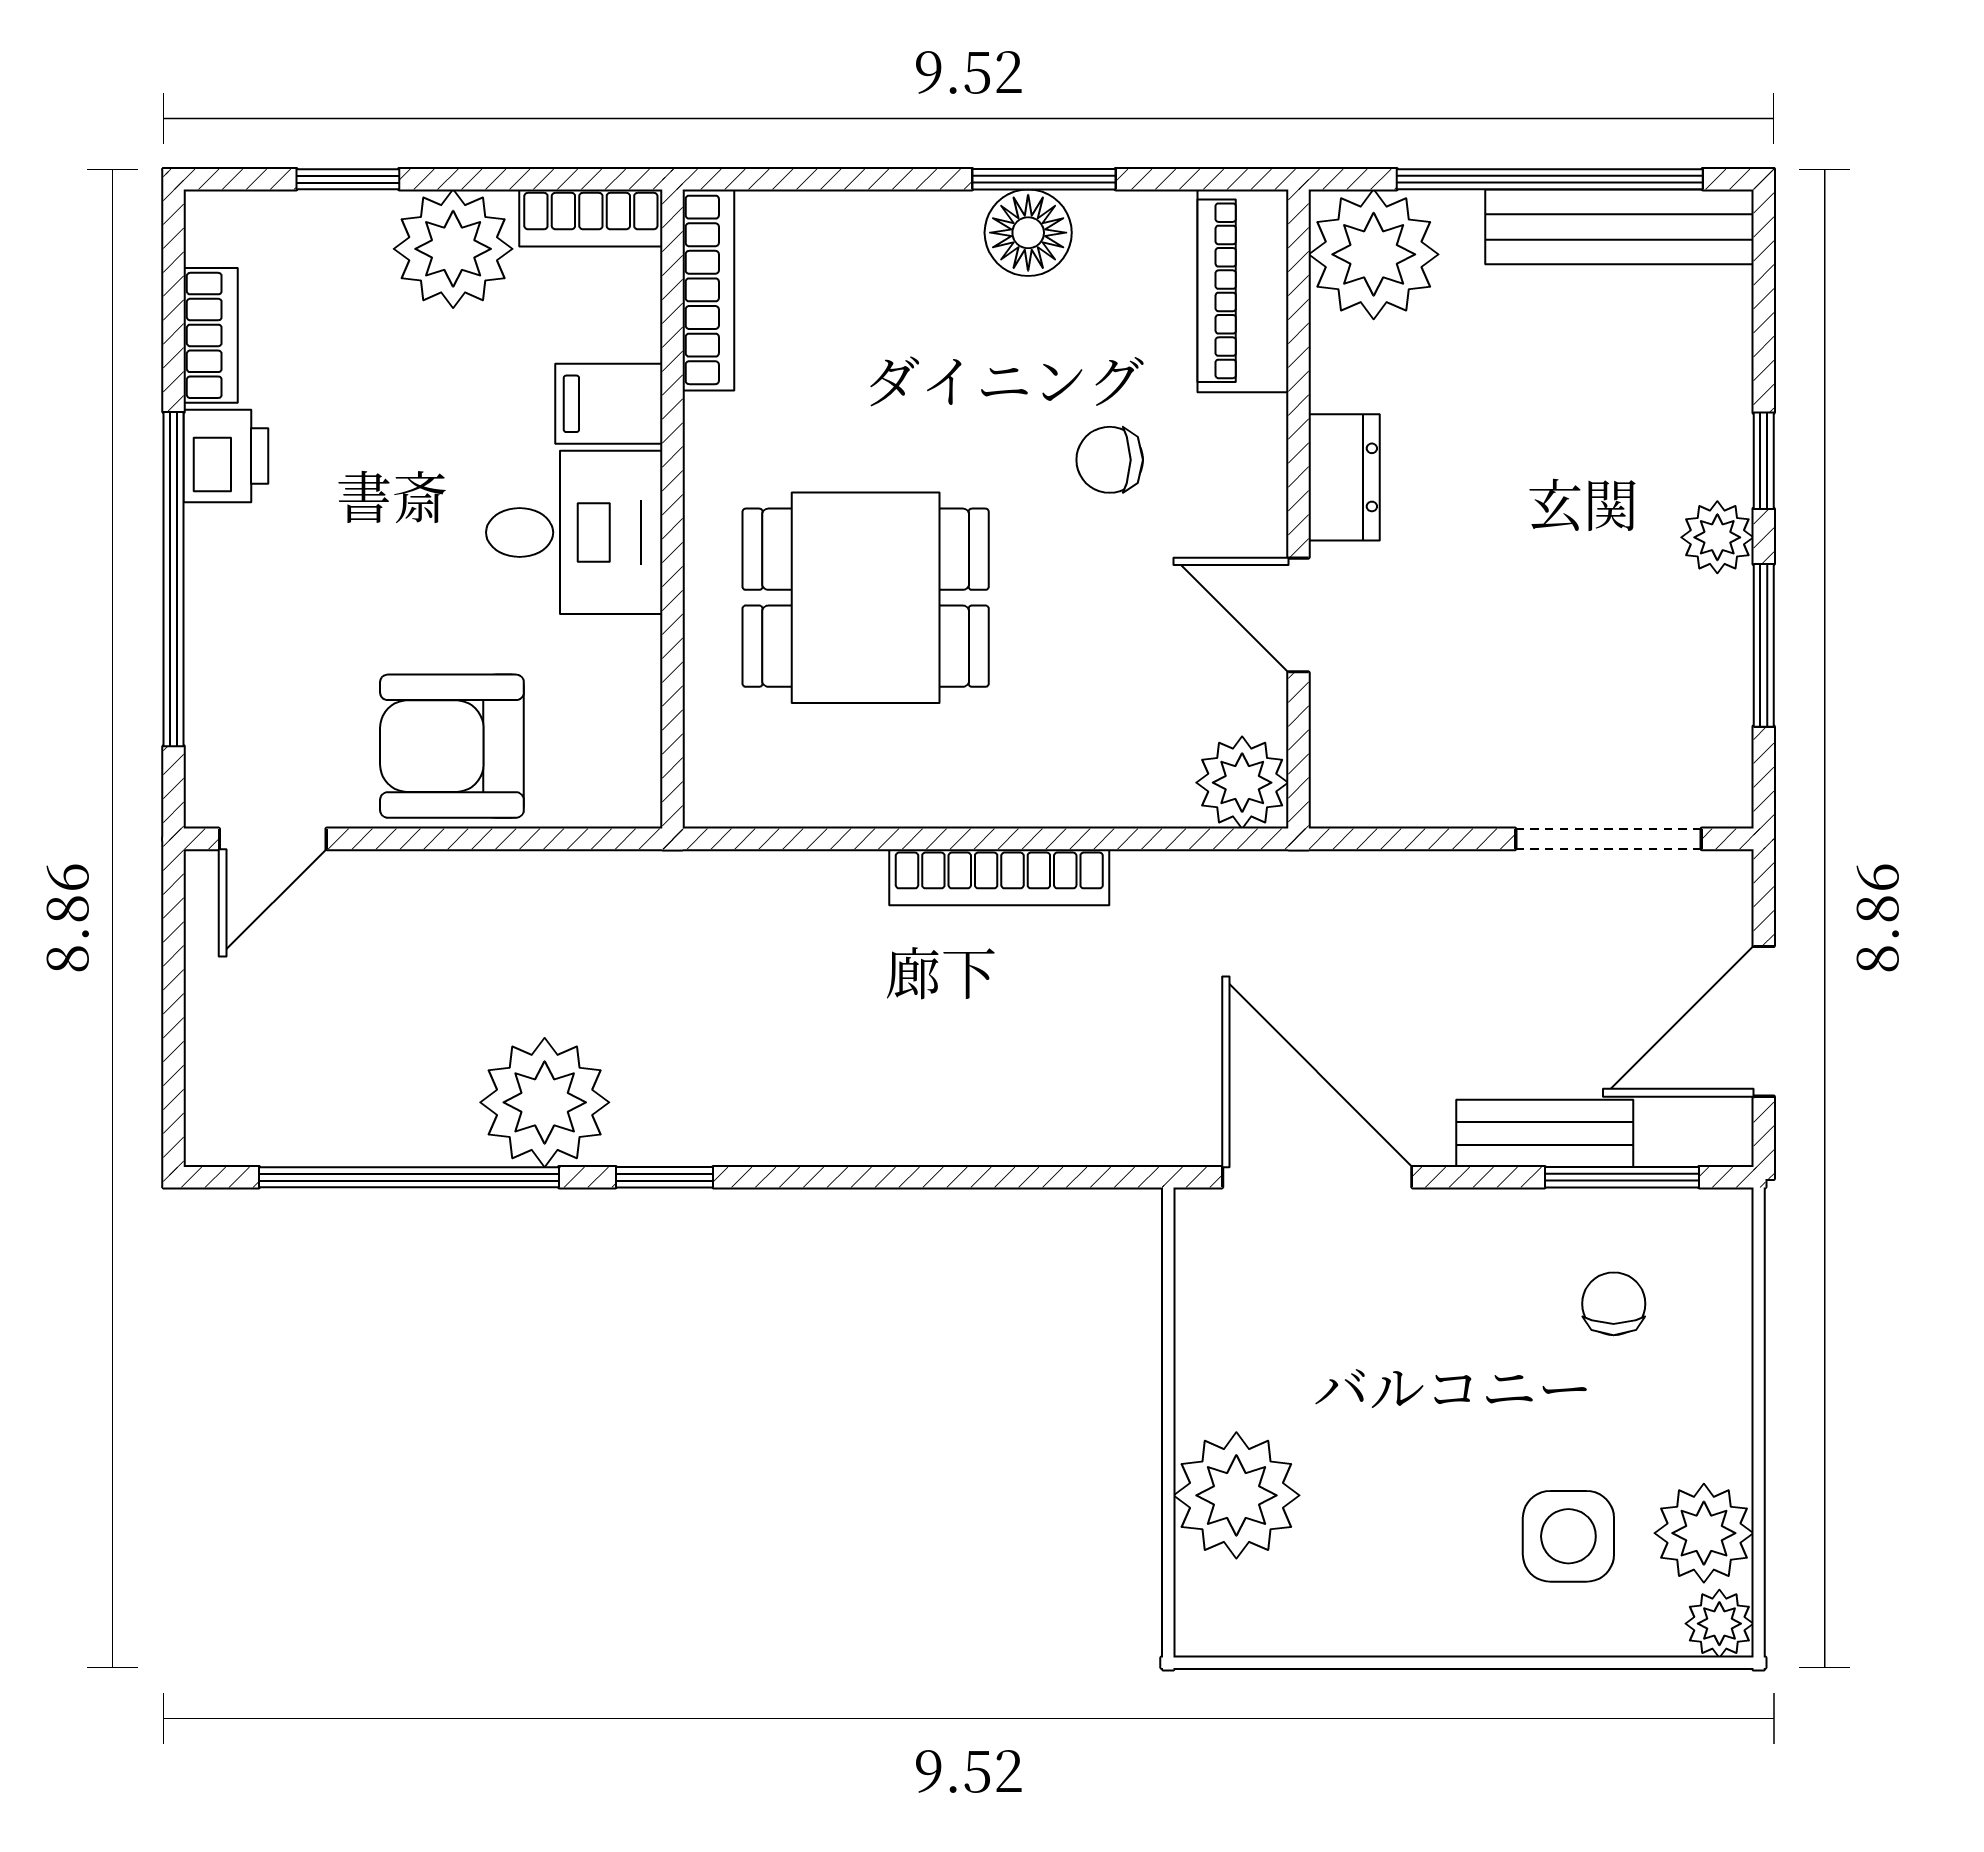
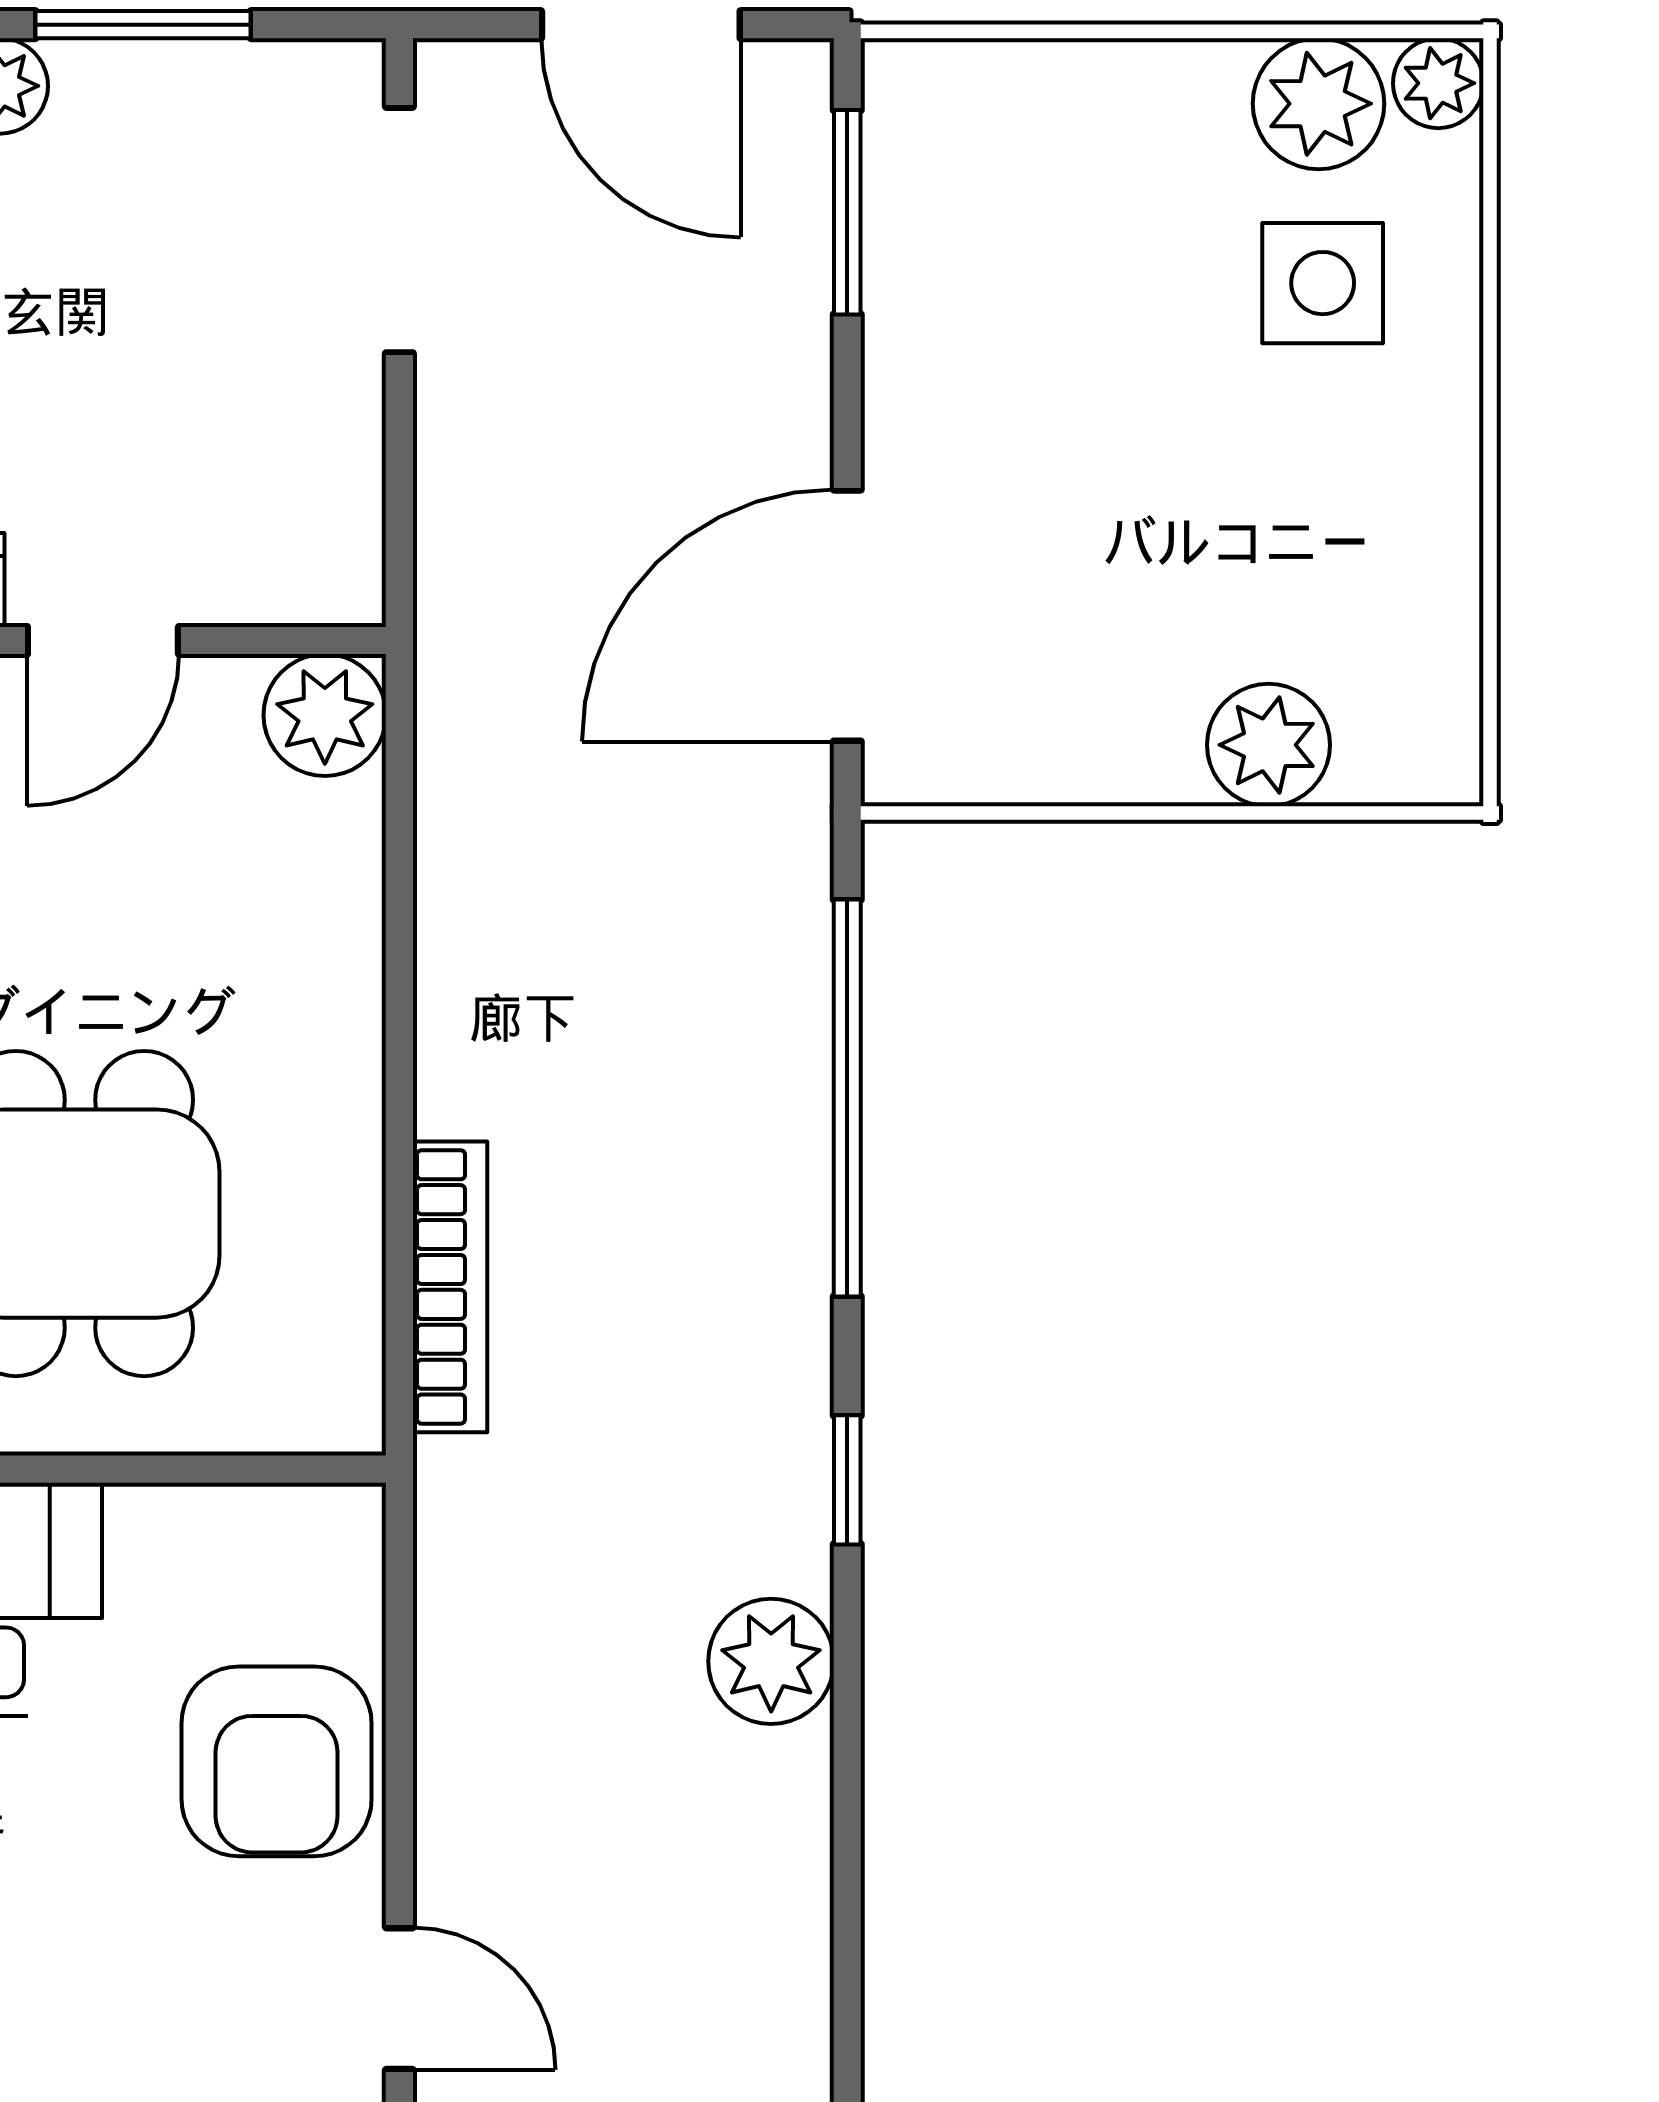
bookcase: (999, 877) -> (450, 1287), moved
plant: (545, 1102) -> (771, 1661), width x0.73, depth x0.73
bench: (1545, 1133) -> (789, 314), removed
window: (409, 1177) -> (847, 1098), moved
chair: (1614, 1304) -> (1015, 223), removed
plant: (1236, 1495) -> (1269, 745), width x0.73, depth x0.73

